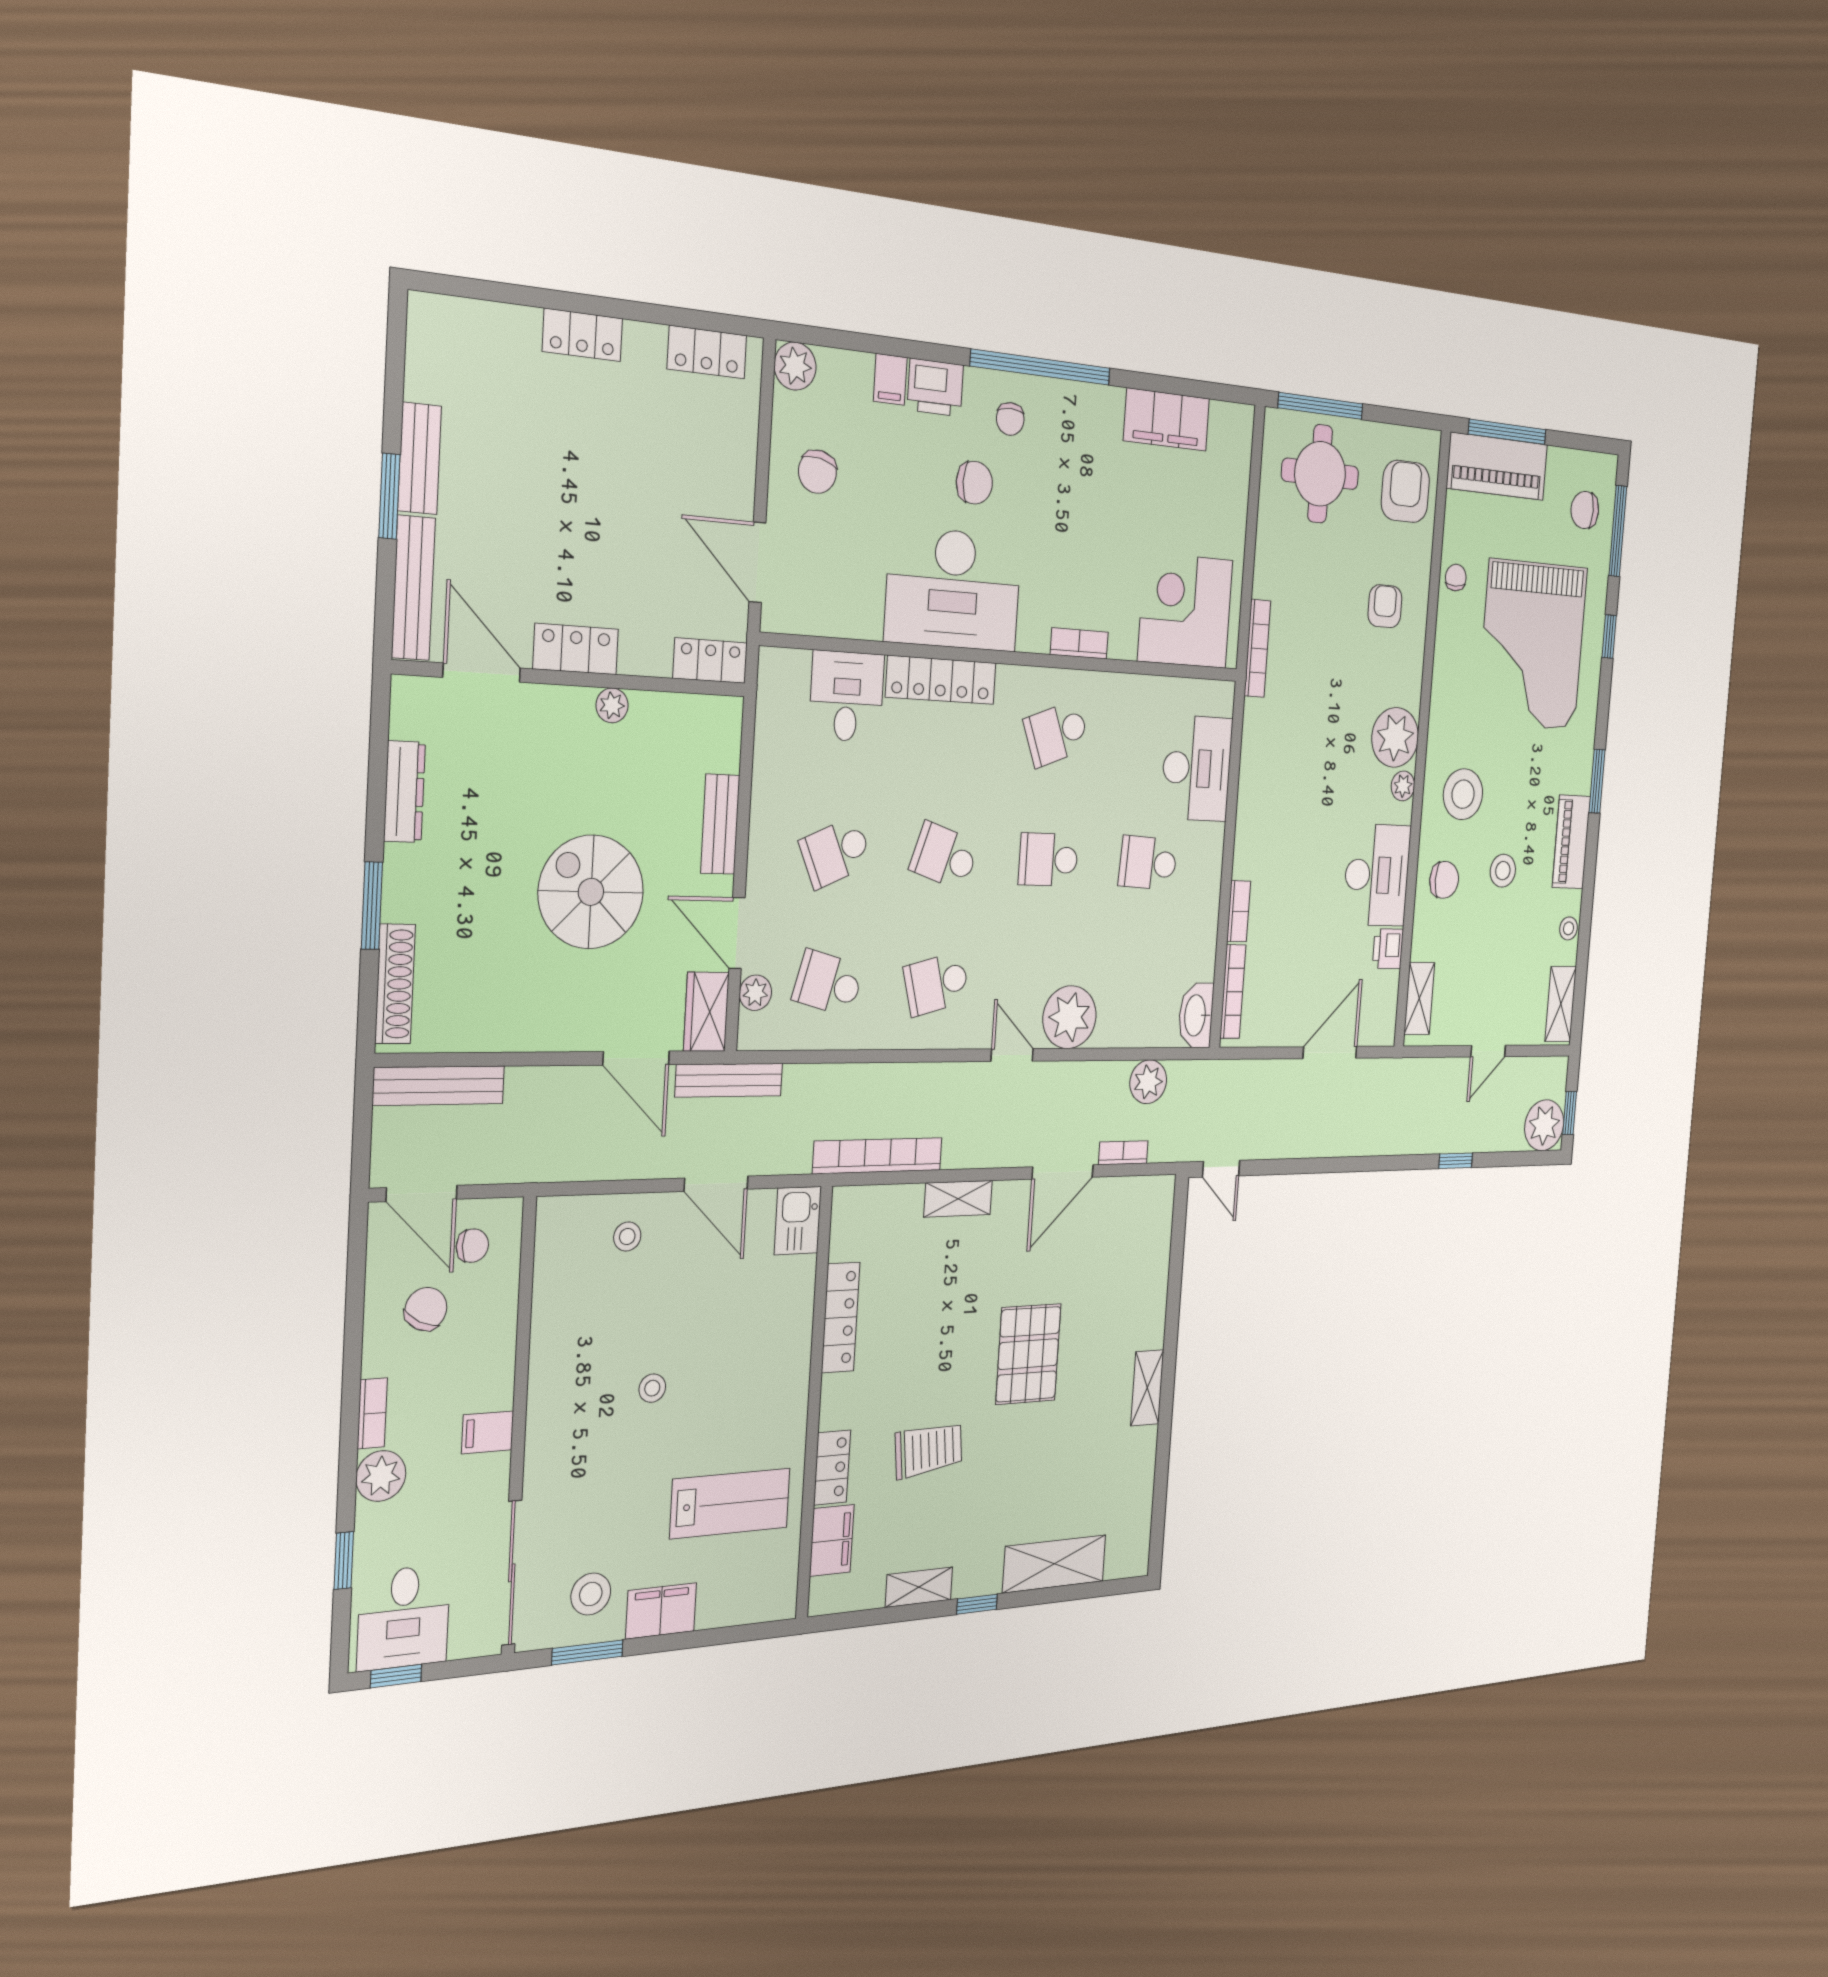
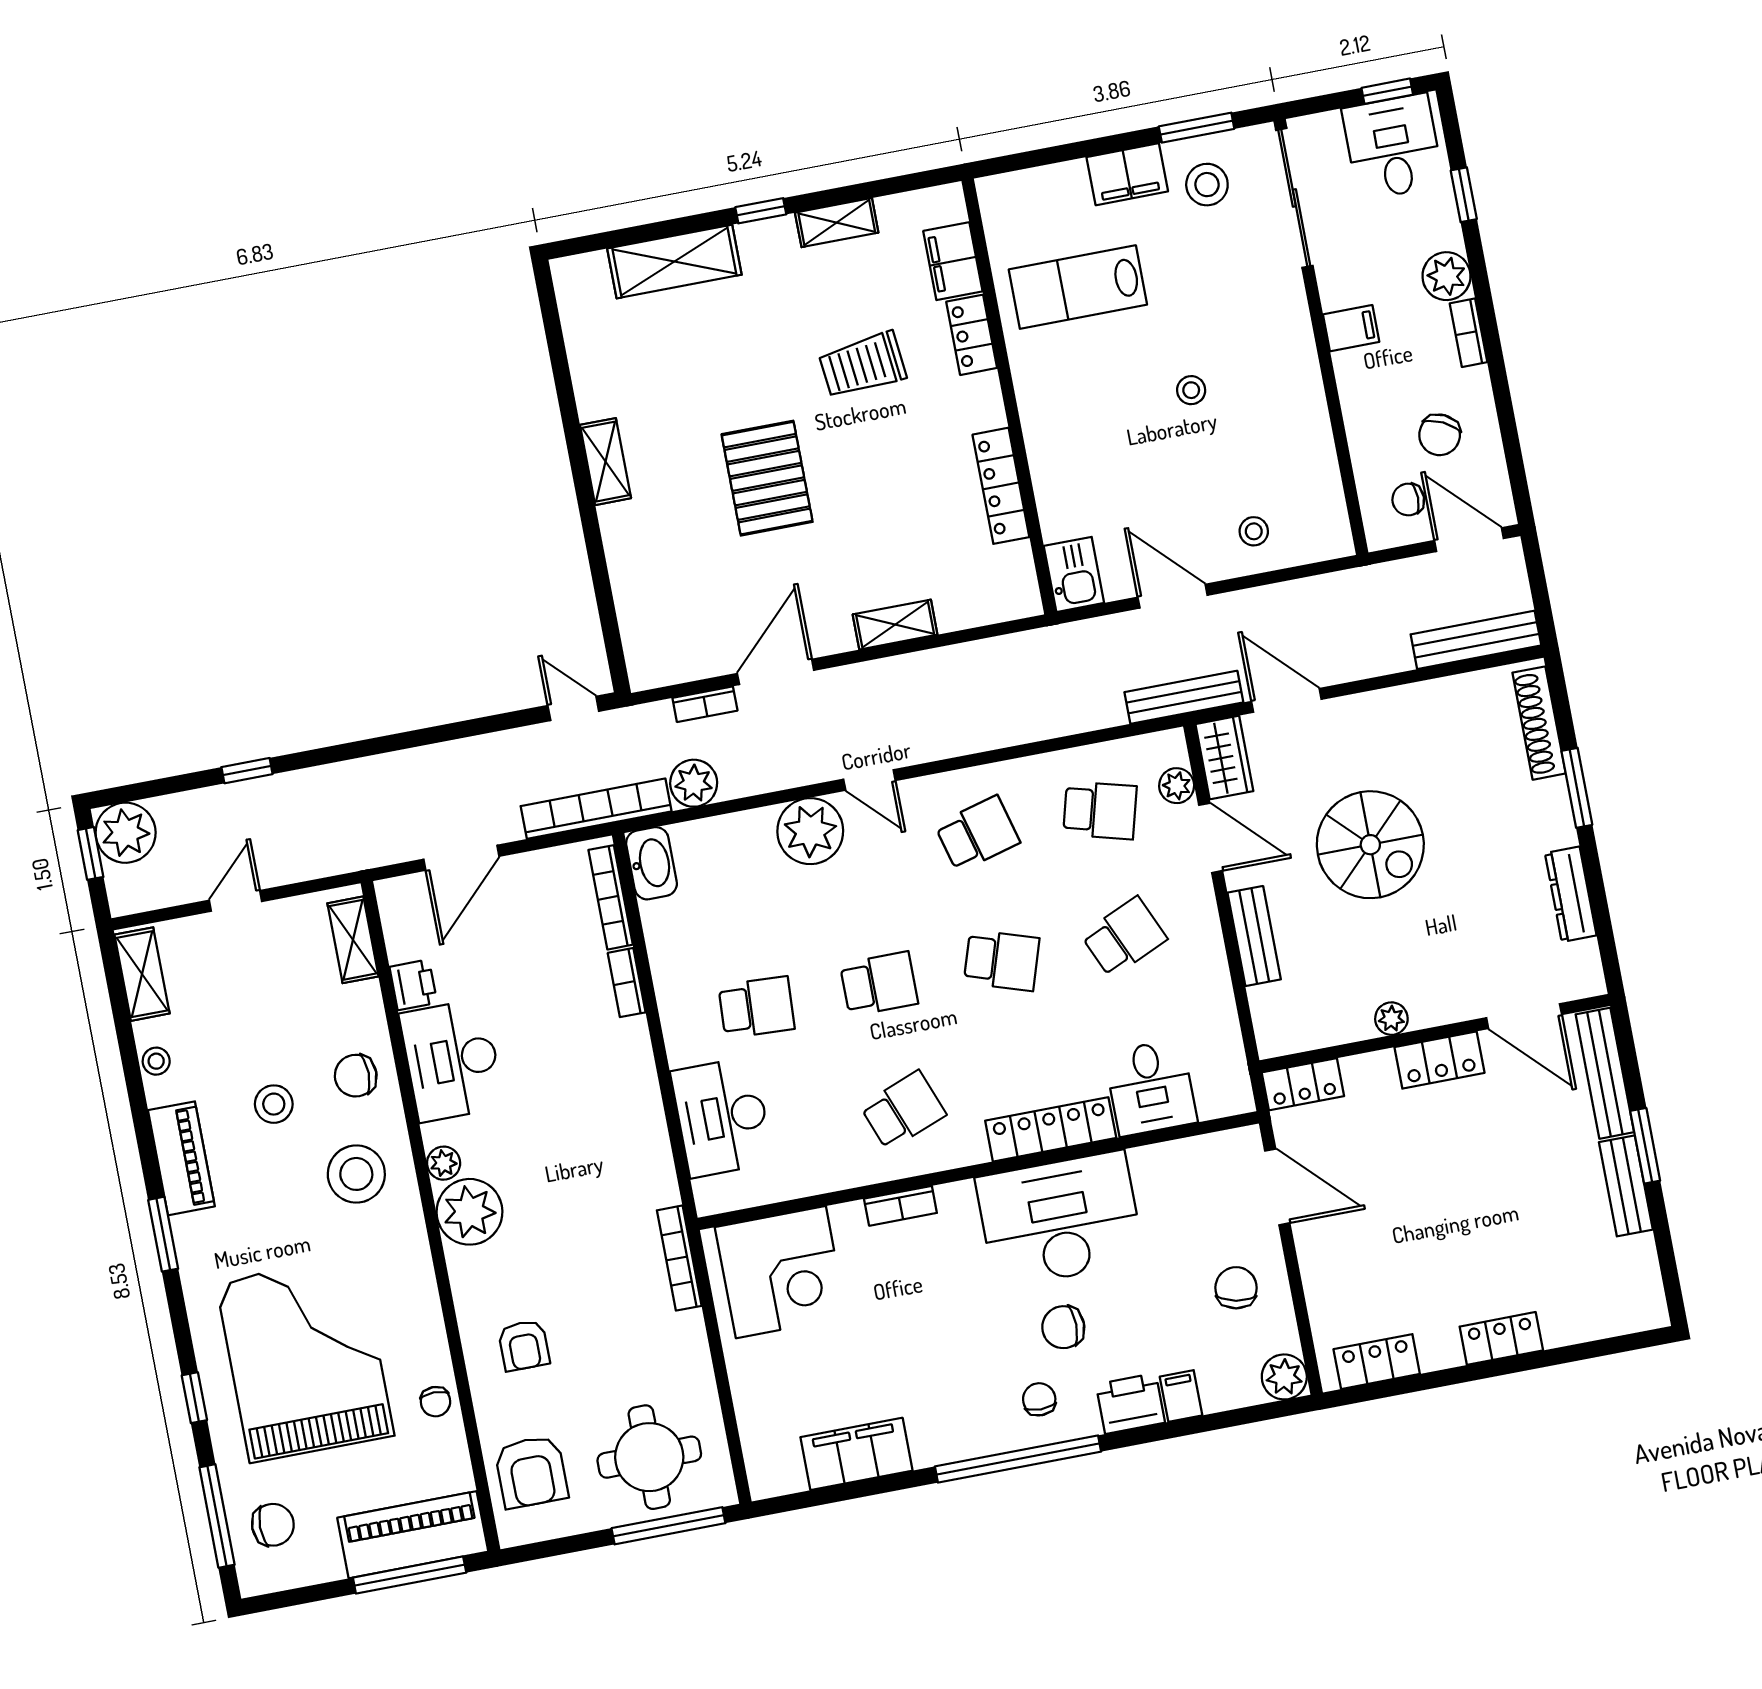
bookcase: (878, 1156) -> (596, 809), moved, turned 180

